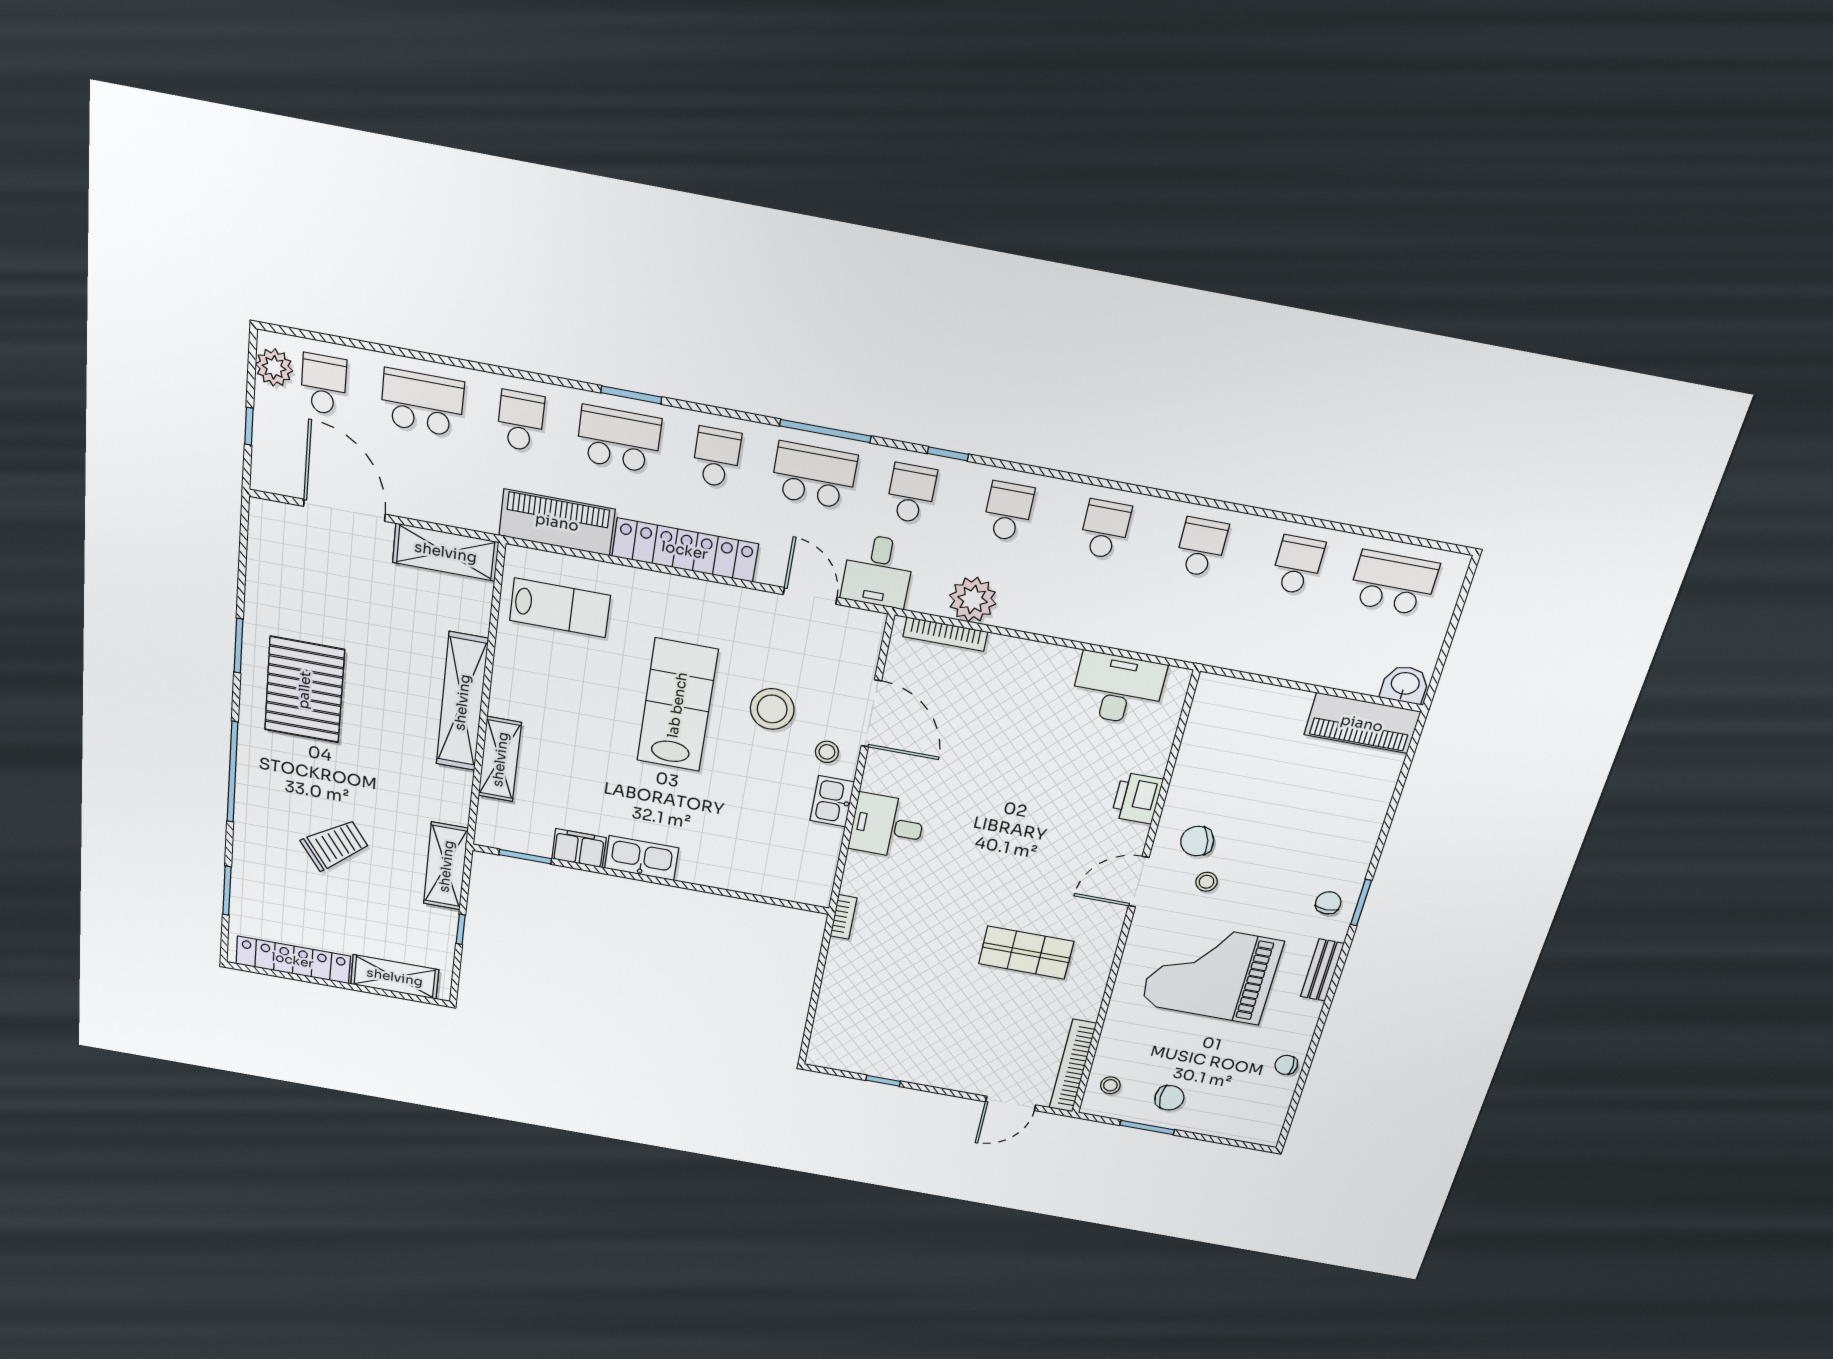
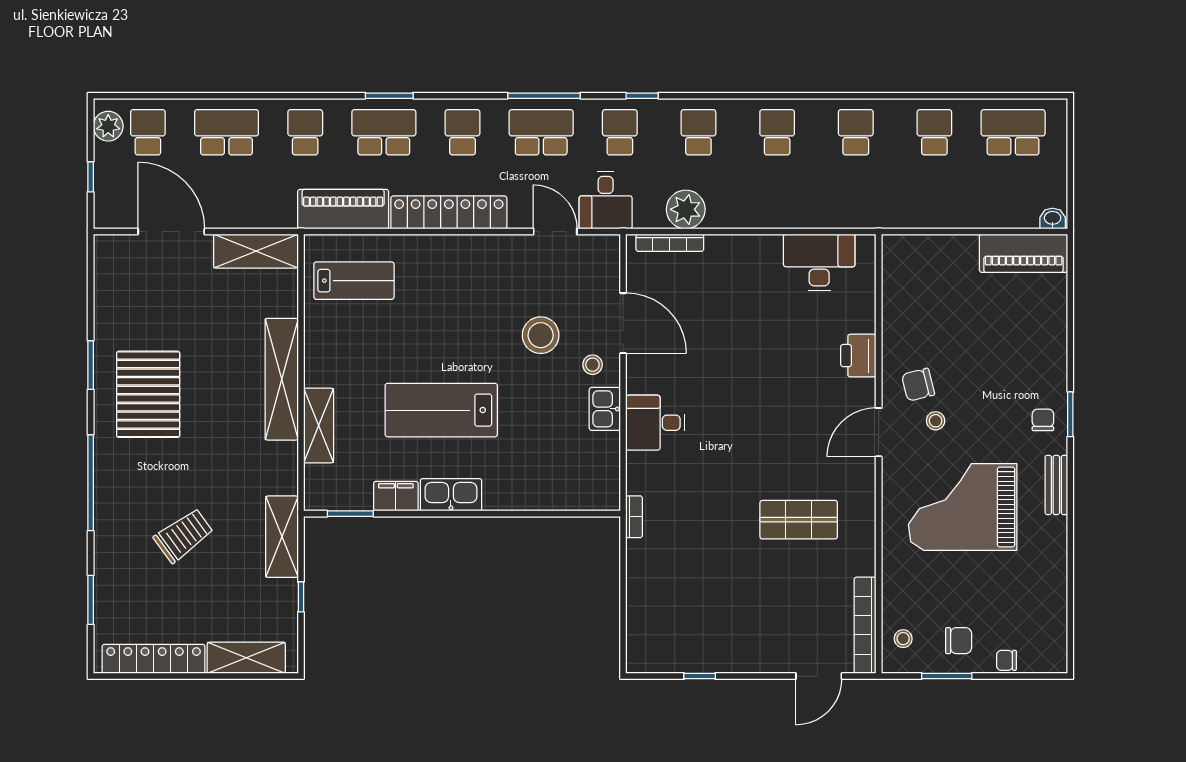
washbasin: (1405, 684) -> (1053, 218), width x0.72, depth x0.69
lab bench: (677, 705) -> (441, 410), moved, turned -90
chair: (1286, 1065) -> (1006, 660), moved

